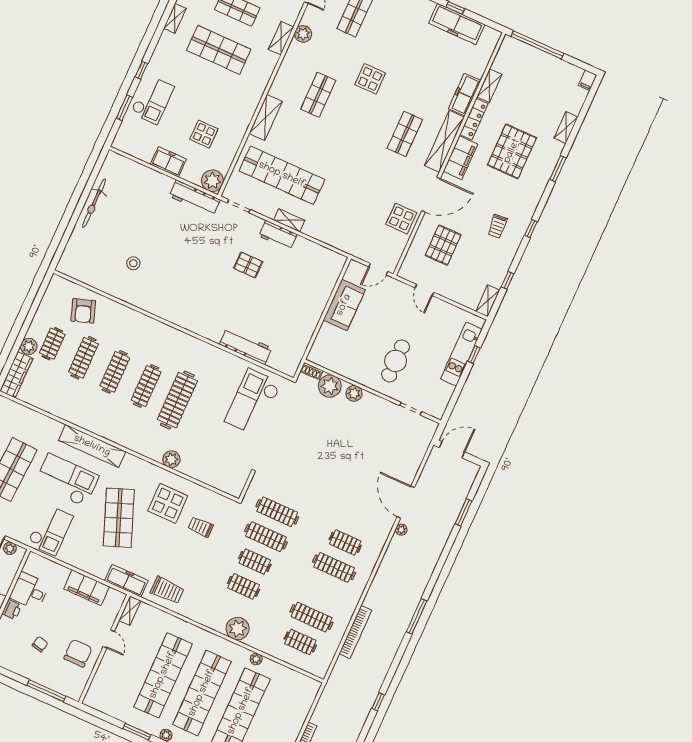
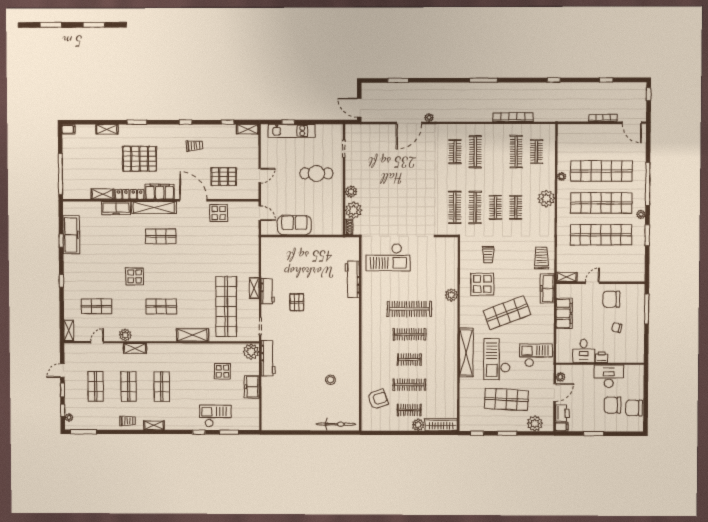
shop shelf: (219, 50) -> (162, 387), width x0.70, depth x0.74
bicycle: (94, 203) -> (336, 424), moved
clothes rail: (115, 372) -> (409, 360), width x0.73

